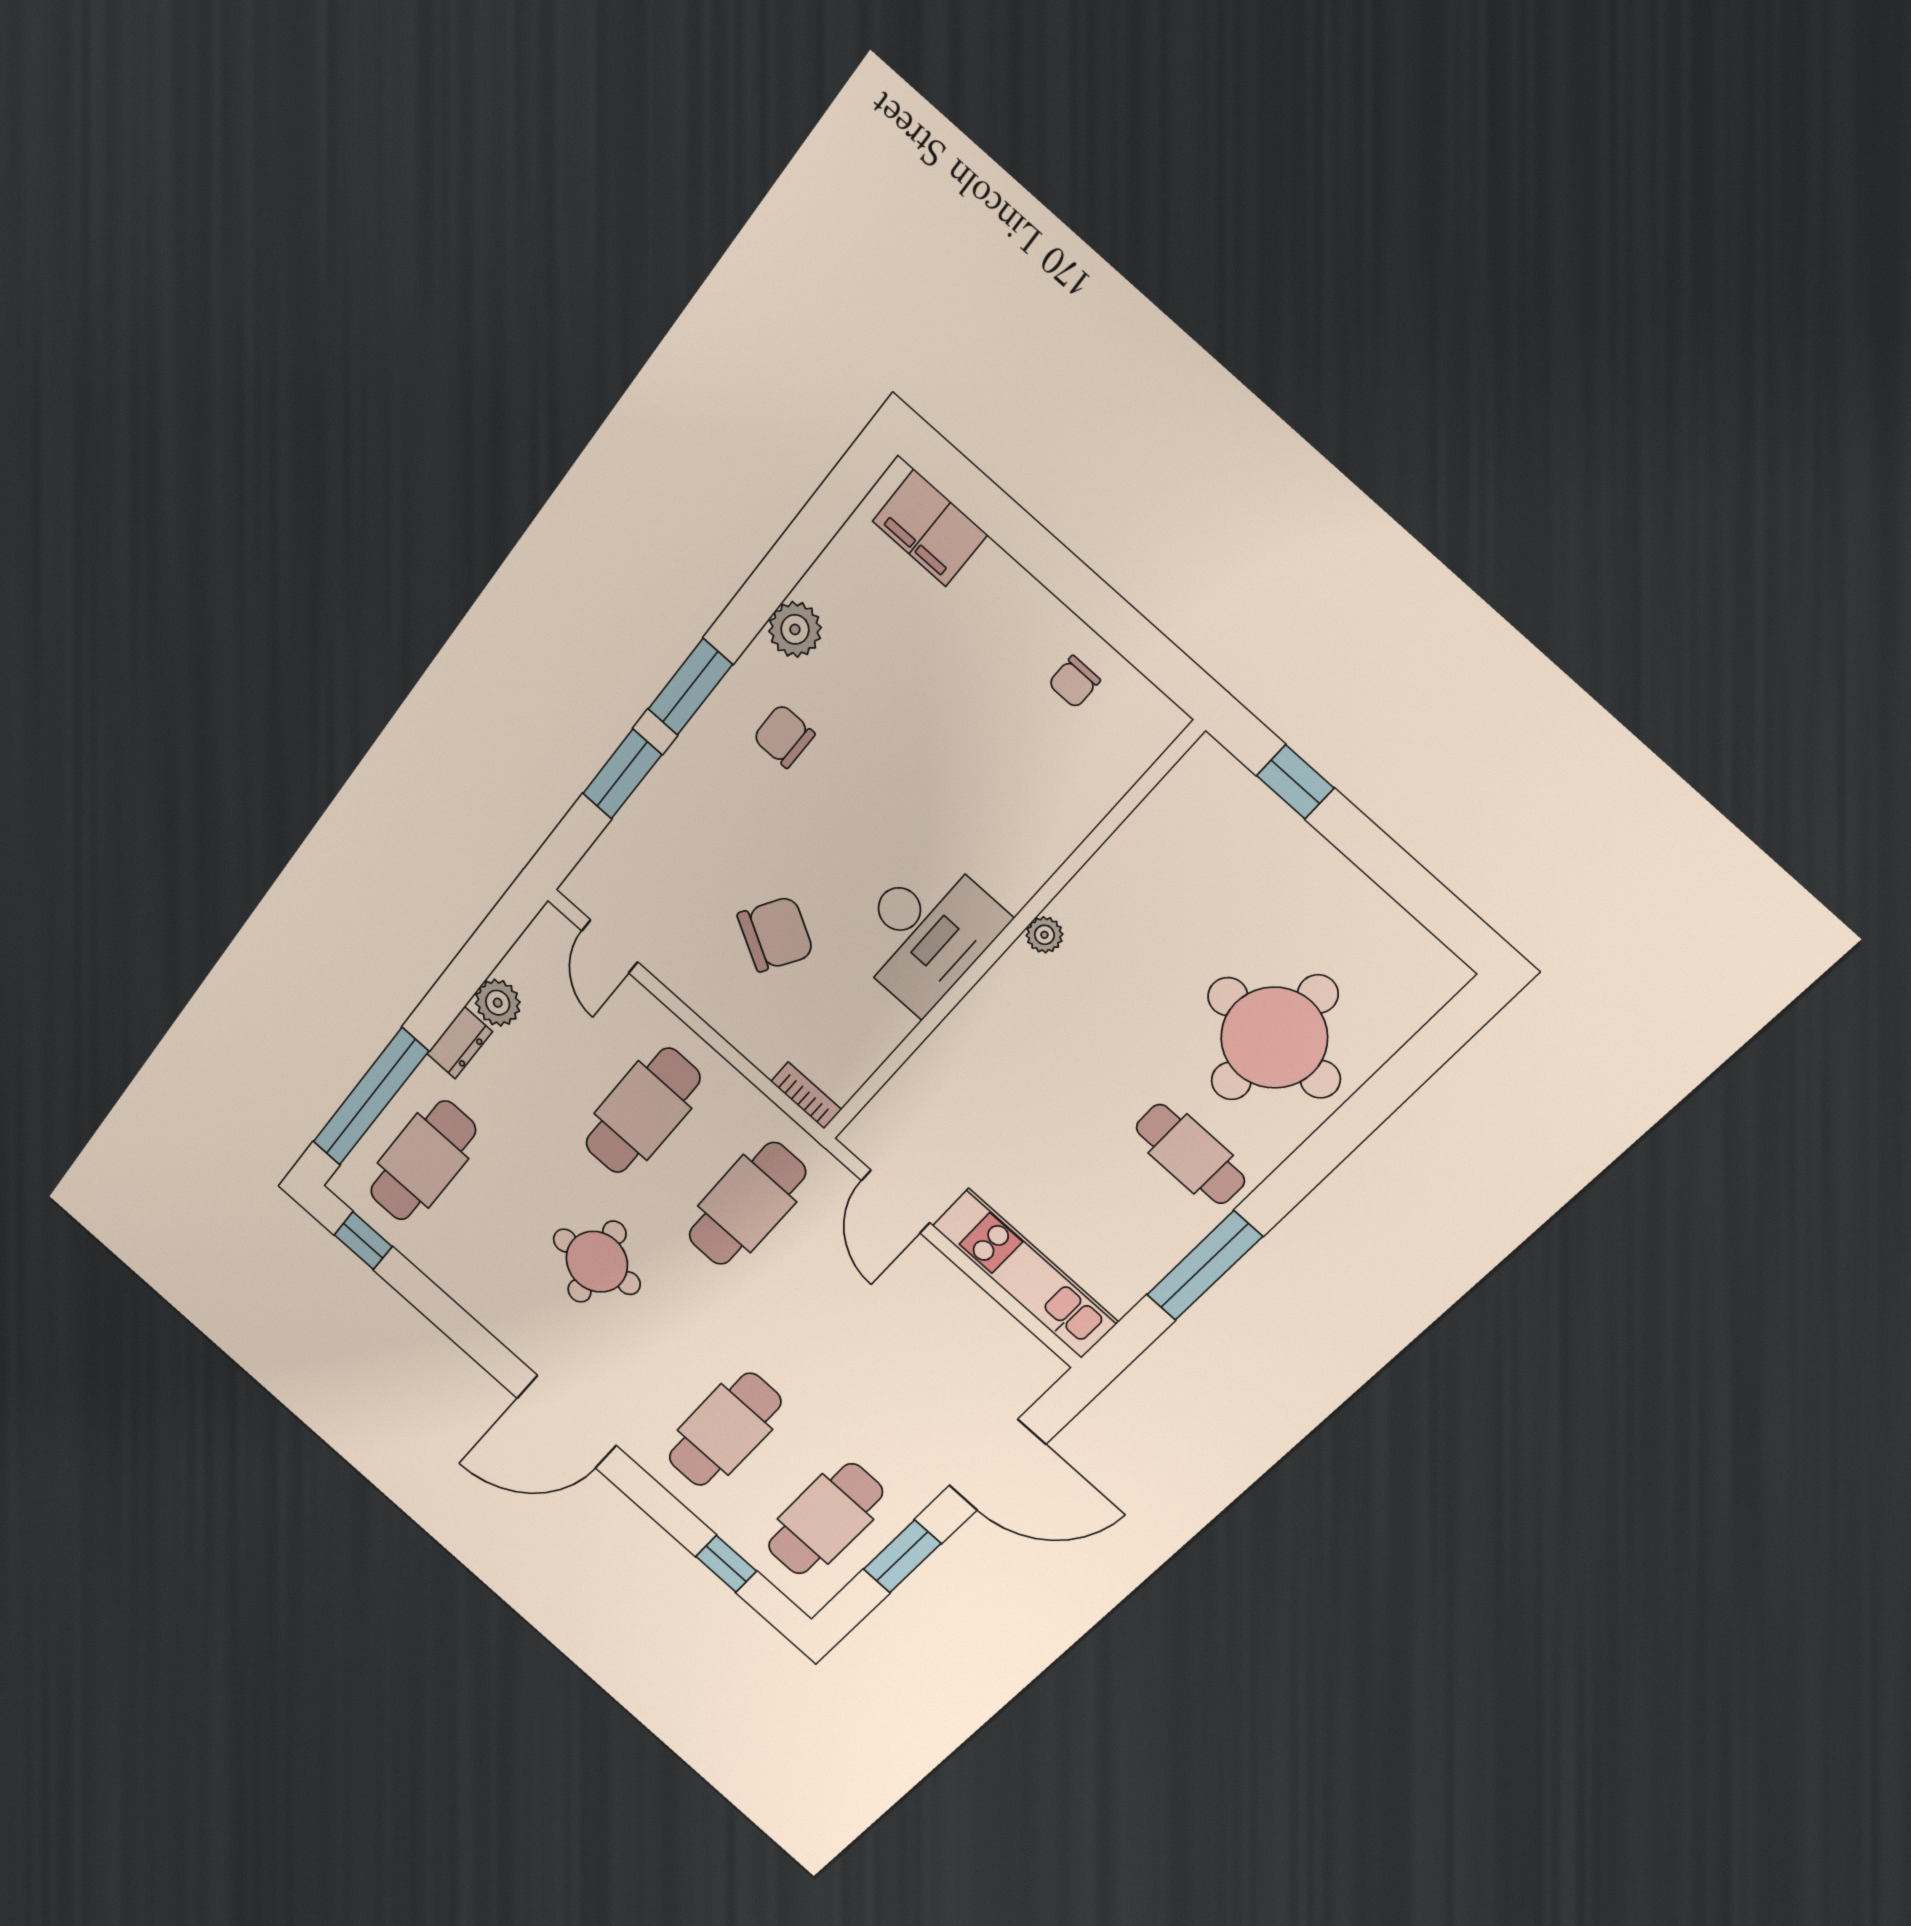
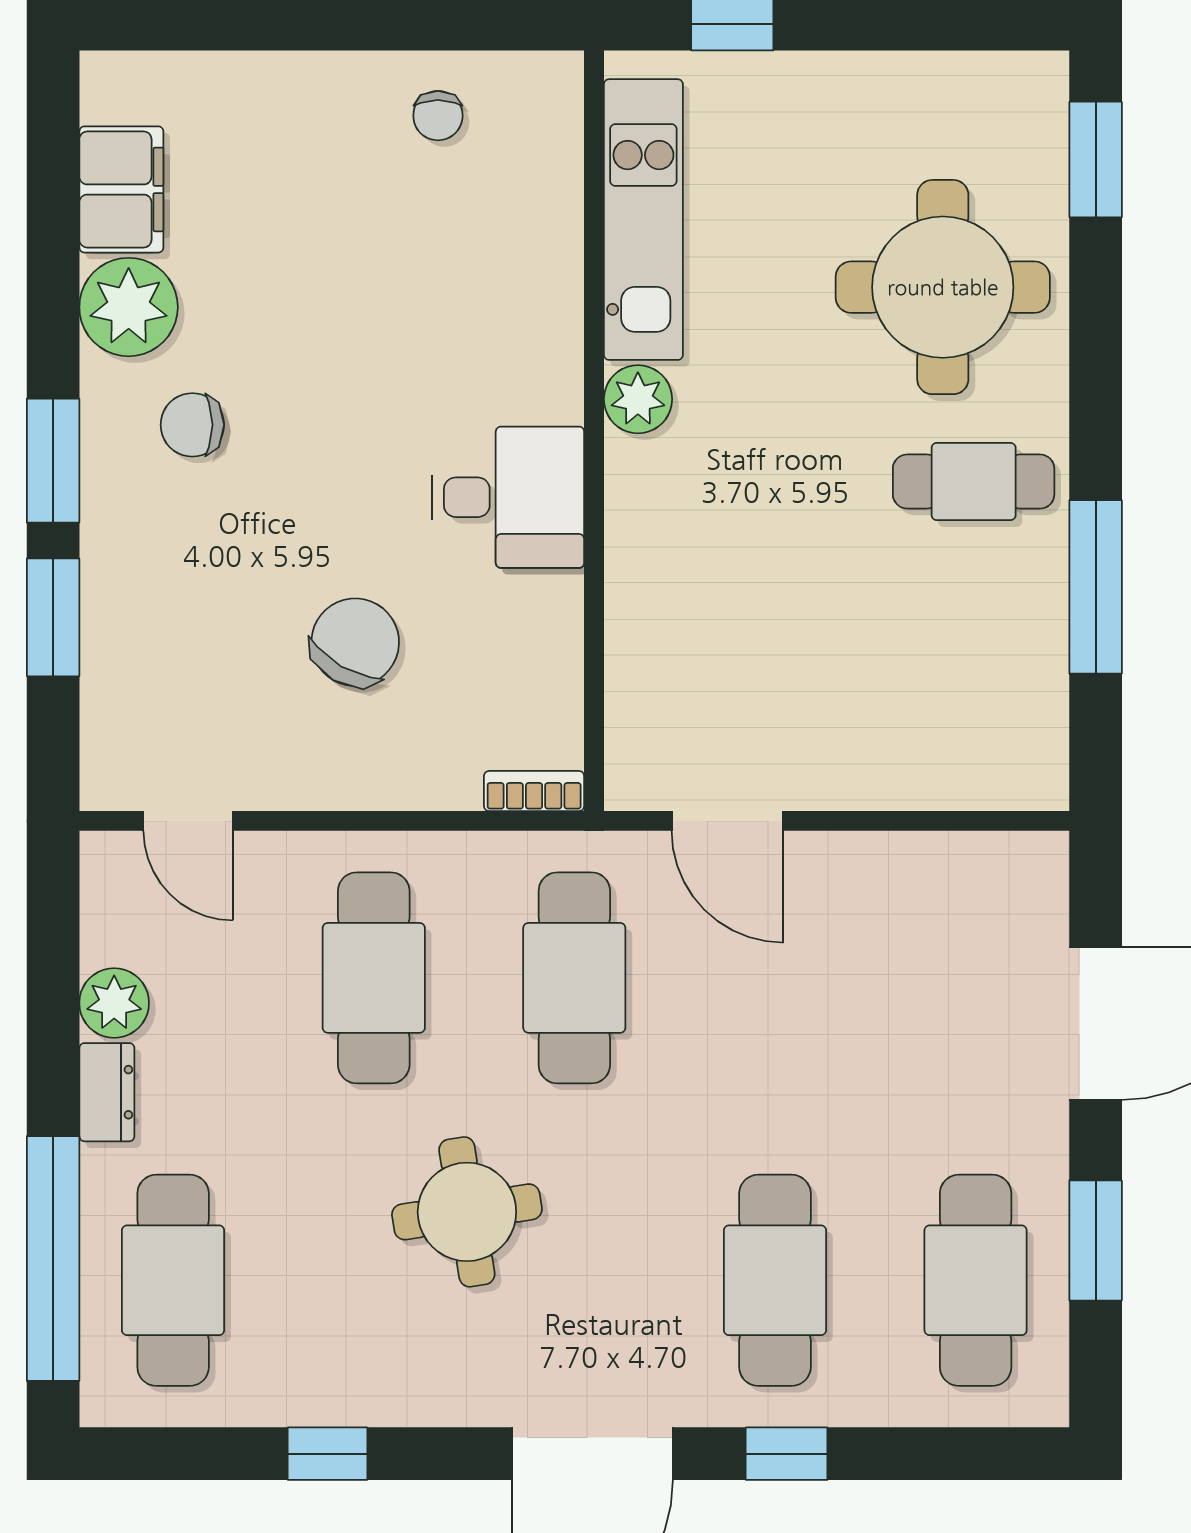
filing cabinet: (930, 528) -> (121, 189), moved, turned -90
plant: (795, 629) -> (129, 307), width x1.36, depth x1.36
desk: (926, 932) -> (508, 497), width x0.73
plant: (1044, 935) -> (638, 399), width x1.38, depth x1.38
window: (1431, 1048) -> (1096, 160), added
window: (363, 1241) -> (328, 1454), moved
kitchen unit: (1025, 1274) -> (643, 220), moved, turned 90
window: (726, 1564) -> (787, 1454), moved

